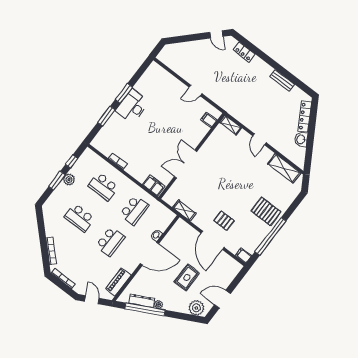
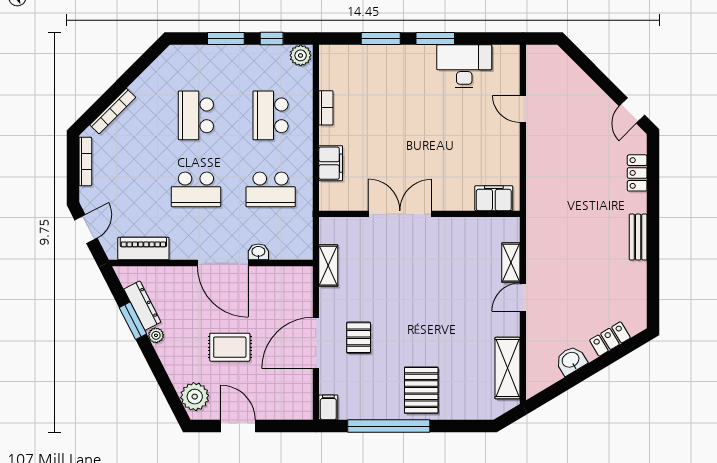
bench: (282, 80) -> (638, 237), moved
door: (196, 90) -> (523, 109), moved
desk: (132, 106) -> (464, 66), moved
locker: (305, 116) -> (610, 339), width x0.66
filing cabinet: (209, 120) -> (494, 198), width x2.00
shelving: (231, 125) -> (511, 263), moved
plant: (69, 180) -> (301, 55), moved
filing cabinet: (154, 186) -> (331, 163), moved
window: (145, 309) -> (133, 321), width x0.47

